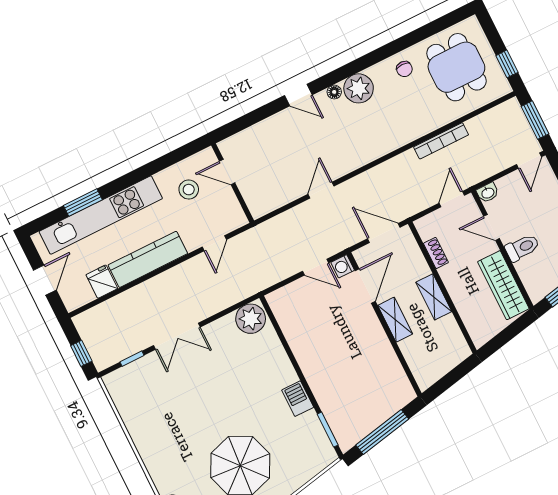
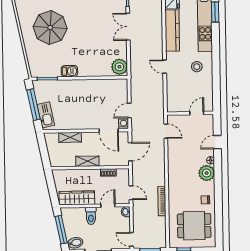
door: (227, 172) -> (197, 113), moved
wall: (233, 183) -> (190, 113), moved
shelving: (395, 320) -> (70, 137), moved
kitchen sink: (390, 403) -> (46, 115), added

